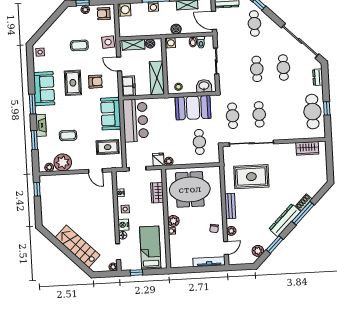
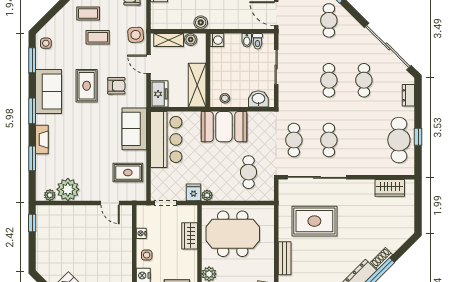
boiler: (176, 29) -> (201, 22), moved
window: (30, 66) -> (32, 60), added
booth: (193, 108) -> (224, 127), moved
coffee table: (68, 135) -> (88, 14), moved

